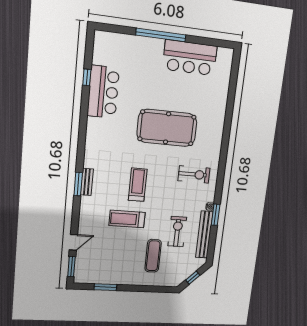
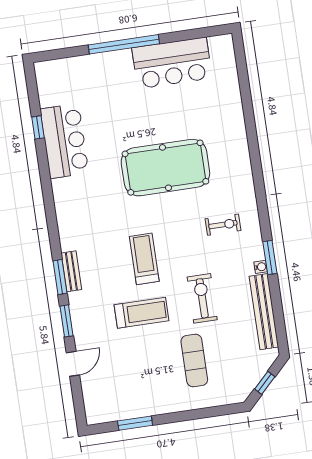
exercise bike: (194, 174) -> (223, 225), width x0.73, depth x0.72
window: (216, 215) -> (270, 258), moved
treadmill: (127, 219) -> (141, 313), turned 180
exercise bike: (177, 231) -> (202, 298), moved
window: (71, 267) -> (67, 321), moved

